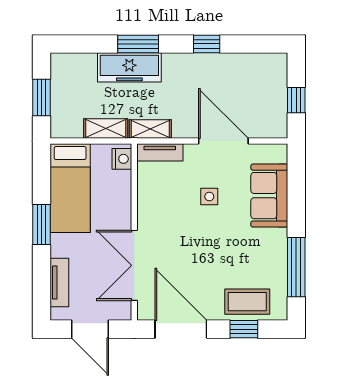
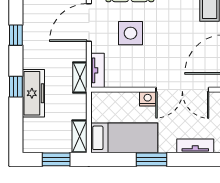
window: (138, 44) -> (16, 87), width x0.67
shelving: (106, 129) -> (79, 136), moved
nightstand: (122, 159) -> (148, 99), moved
side table: (209, 196) -> (131, 33), width x1.87, depth x1.87

